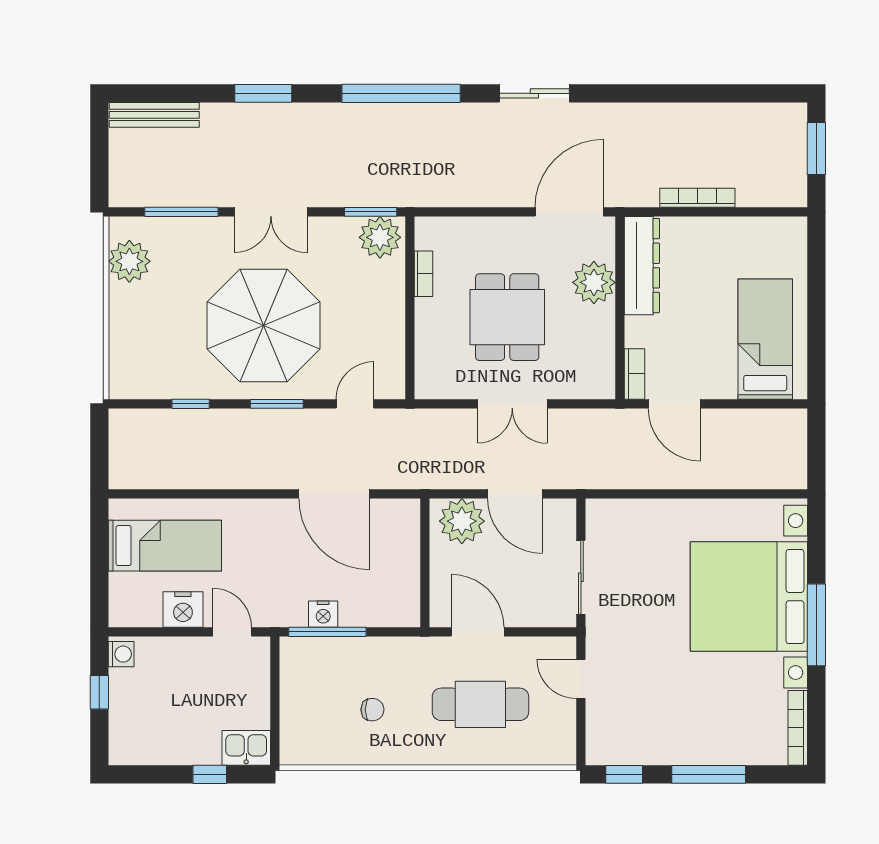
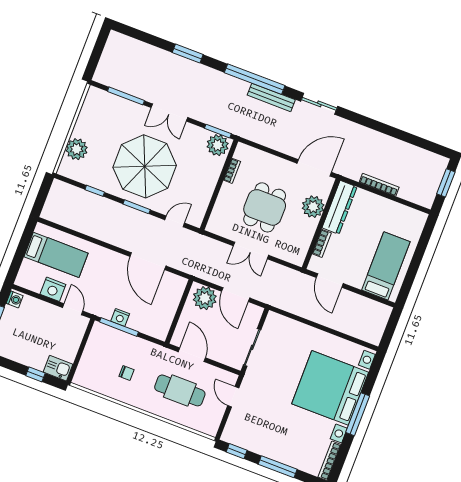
bench: (154, 115) -> (271, 97), moved
plant: (129, 261) -> (77, 149), moved
bookcase: (634, 374) -> (322, 243), moved

